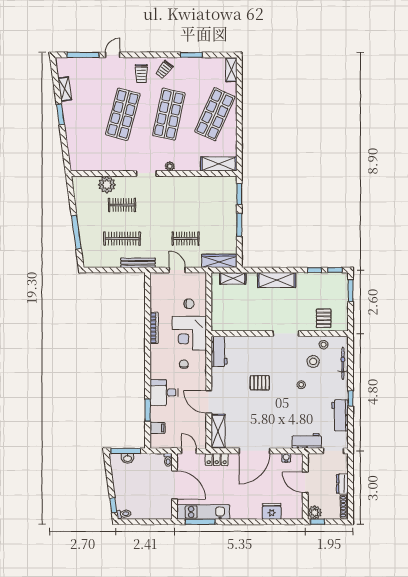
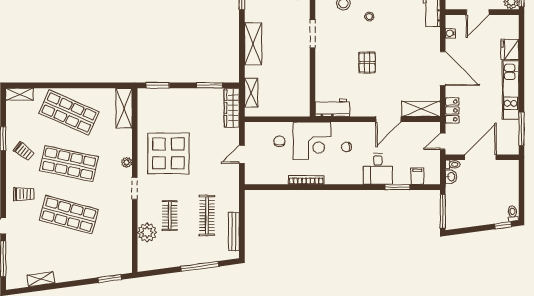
trolley: (164, 70) -> (24, 151), moved
window: (60, 114) -> (110, 279), moved
display table: (178, 204) -> (168, 153), added
window: (239, 225) -> (210, 85), moved
clothes rail: (186, 239) -> (207, 145), removed
bench: (138, 263) -> (234, 232), moved
washbasin: (127, 458) -> (451, 177), moved
kitchen unit: (203, 512) -> (511, 90), moved

